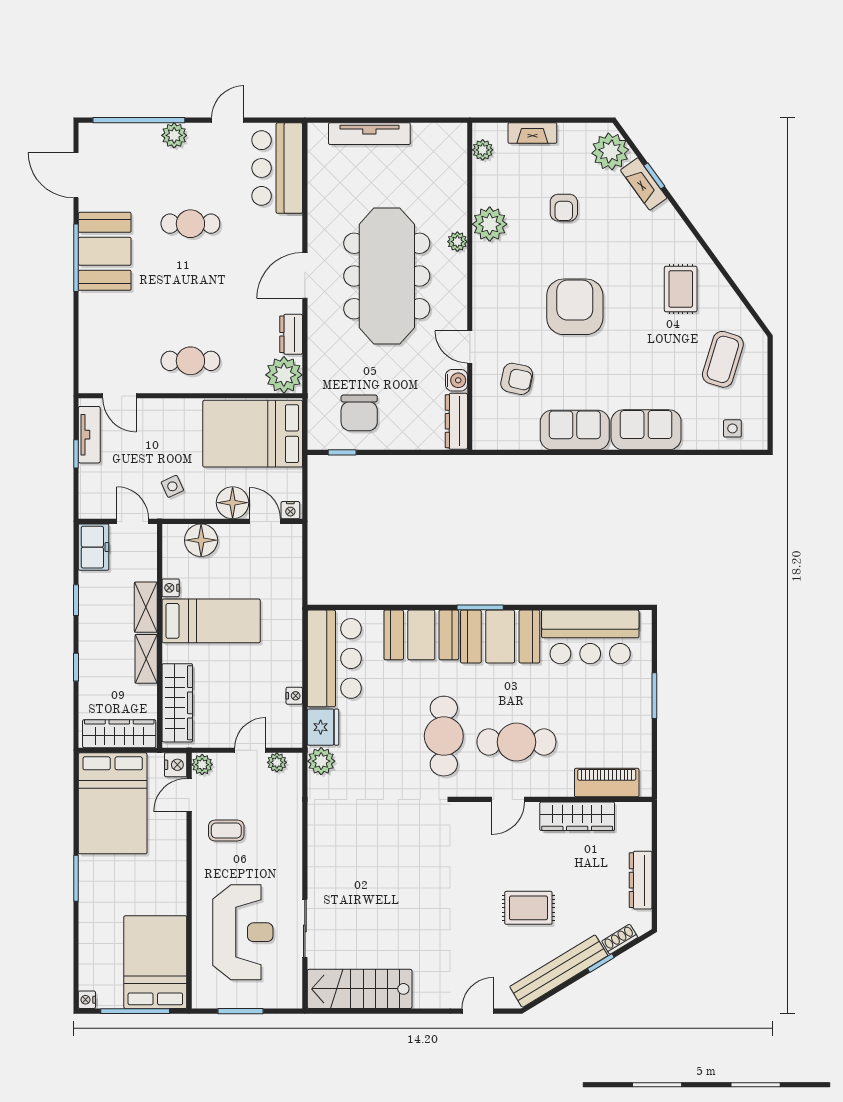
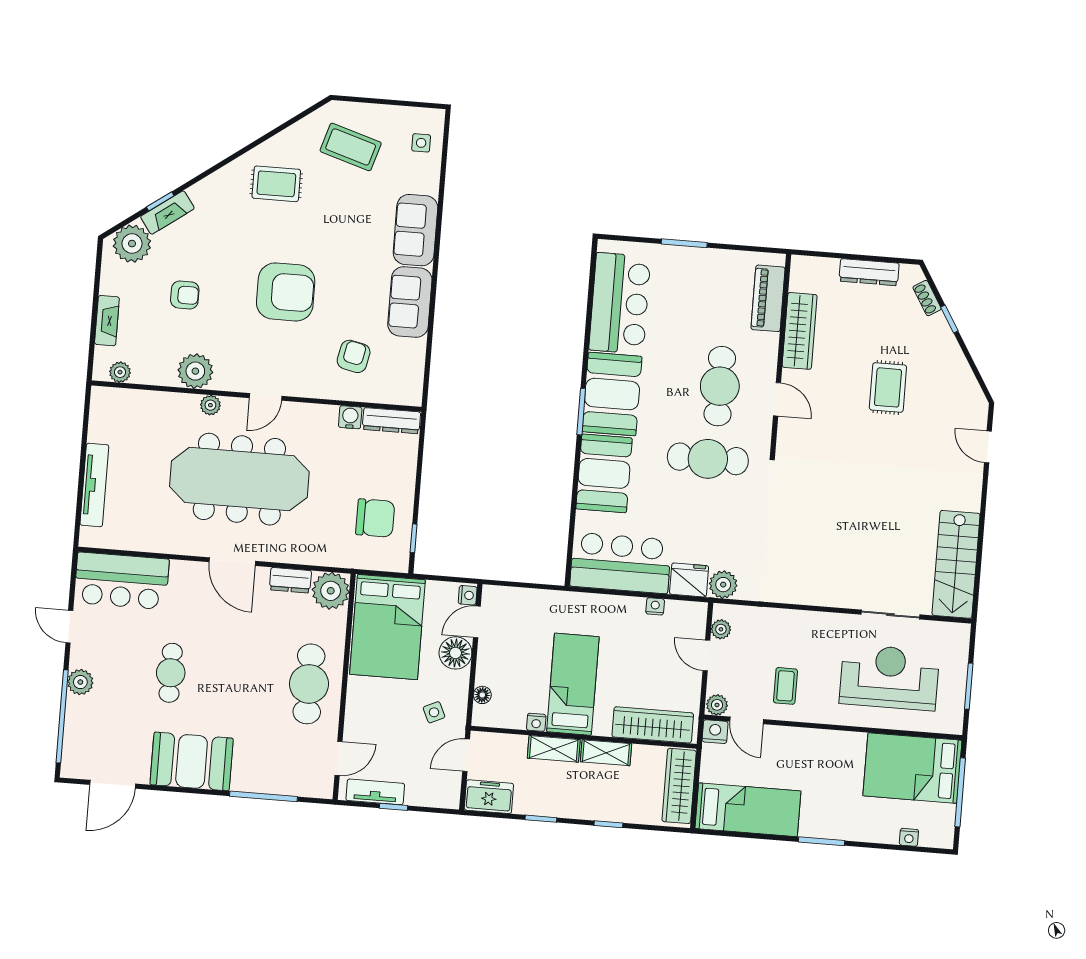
window: (76, 258) -> (263, 796), moved
armchair: (575, 307) -> (286, 292), turned 180
door: (470, 347) -> (266, 397), moved
cafe table: (190, 361) -> (309, 684), width x1.37, depth x1.35
floor lamp: (201, 540) -> (482, 695), width x0.53, depth x0.53
bed: (113, 803) -> (748, 810), width x0.67
bench: (559, 971) -> (954, 362), removed
nightstand: (87, 1000) -> (909, 837), moved

